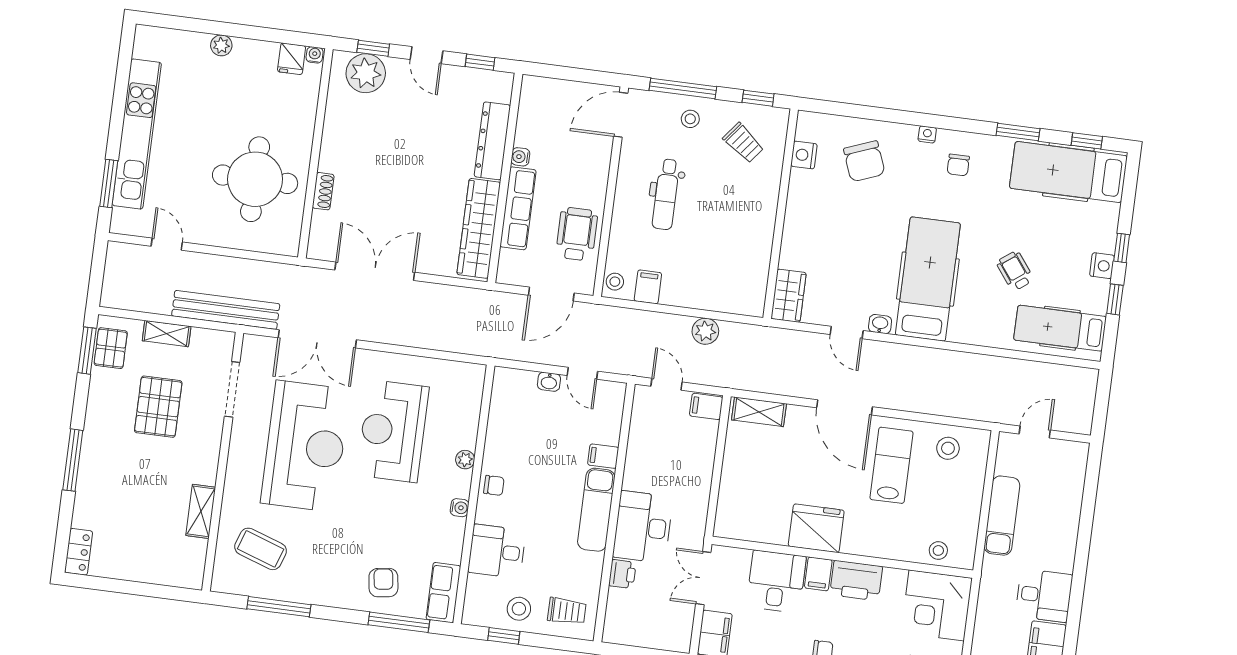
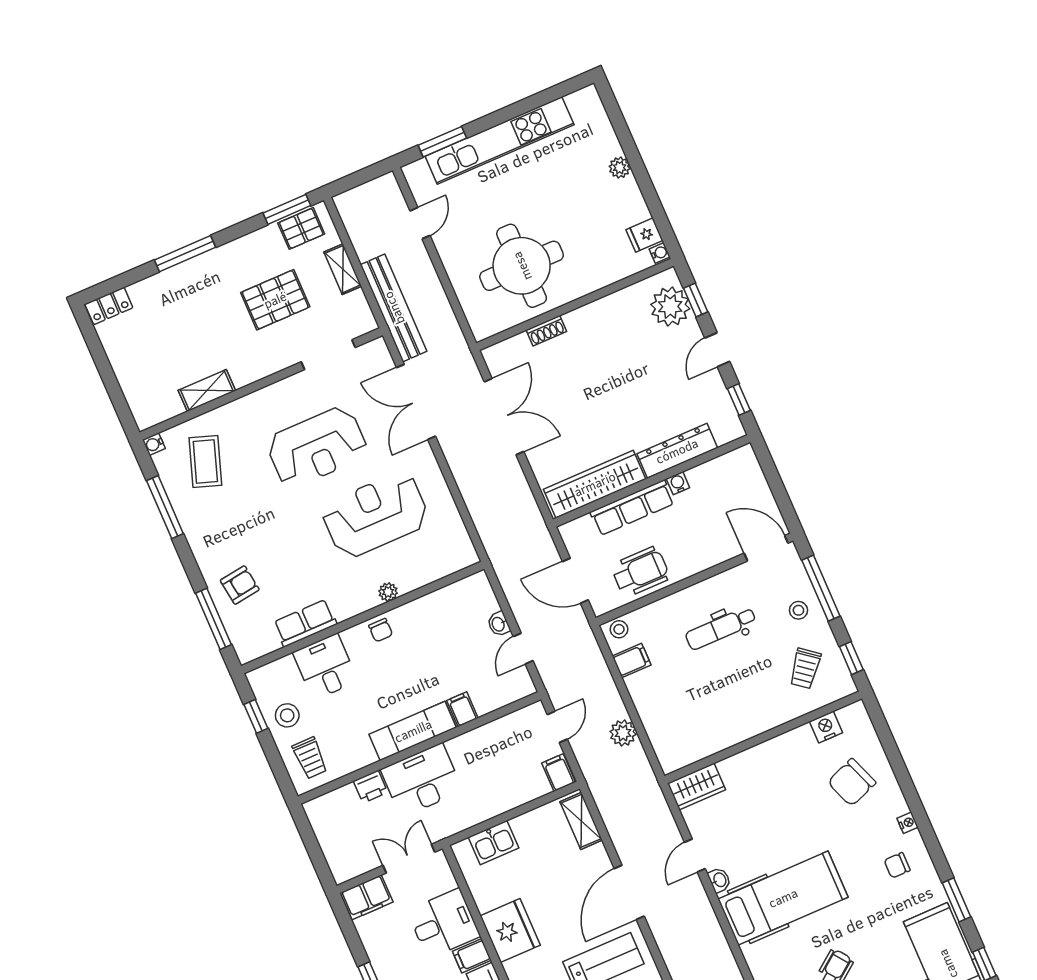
reception desk: (305, 446) -> (317, 447), width x0.74, depth x0.77
kitchen sink: (733, 498) -> (494, 843), added
water cooler: (460, 508) -> (154, 444), moved, turned 90
row of seats: (443, 593) -> (305, 623), moved

